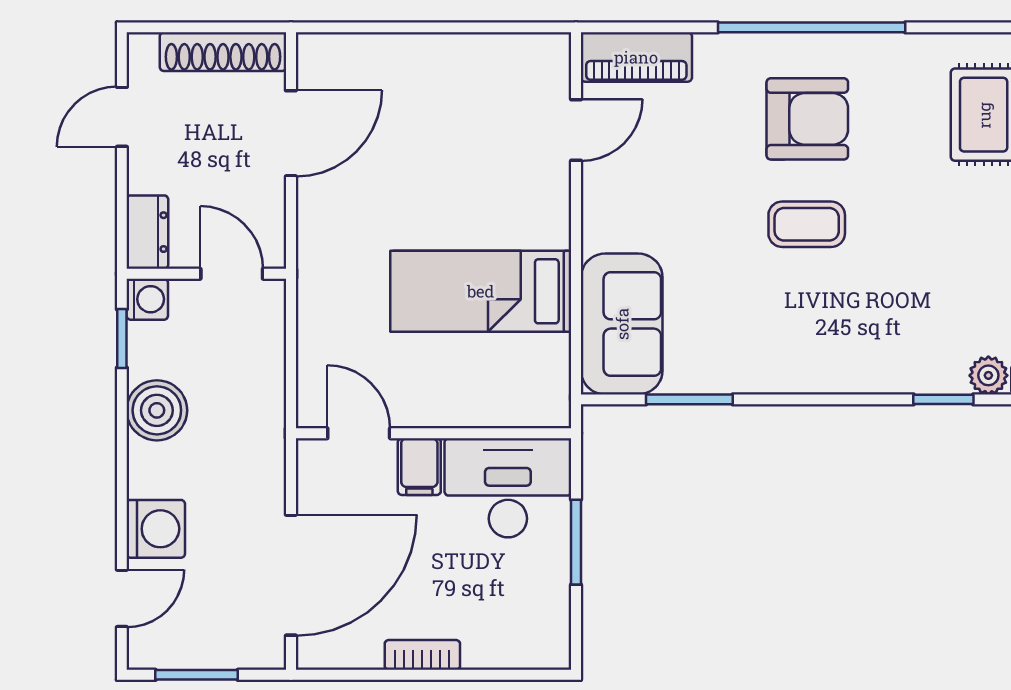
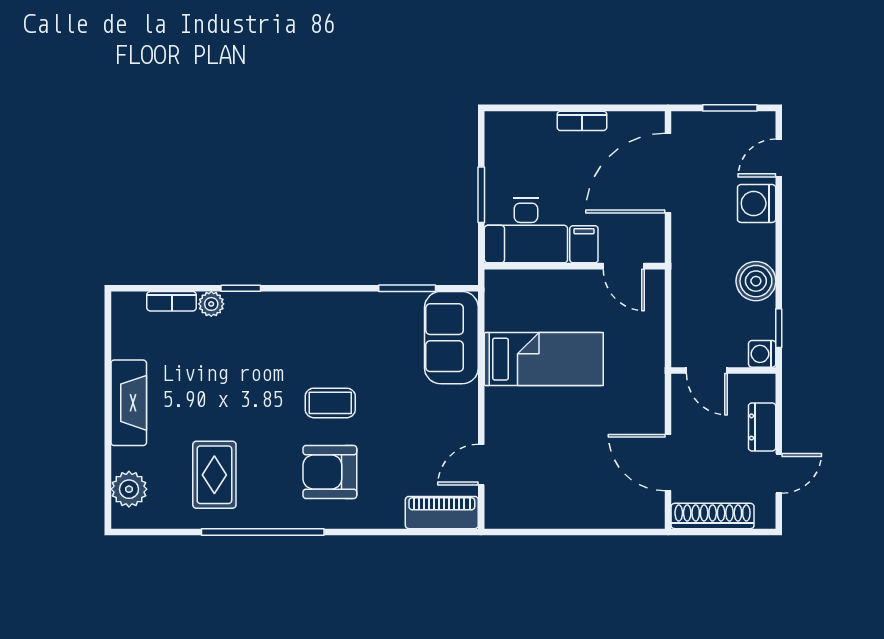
window: (812, 27) -> (263, 532), moved
door: (291, 133) -> (668, 463), hinge flipped
dresser: (147, 232) -> (762, 427), moved

